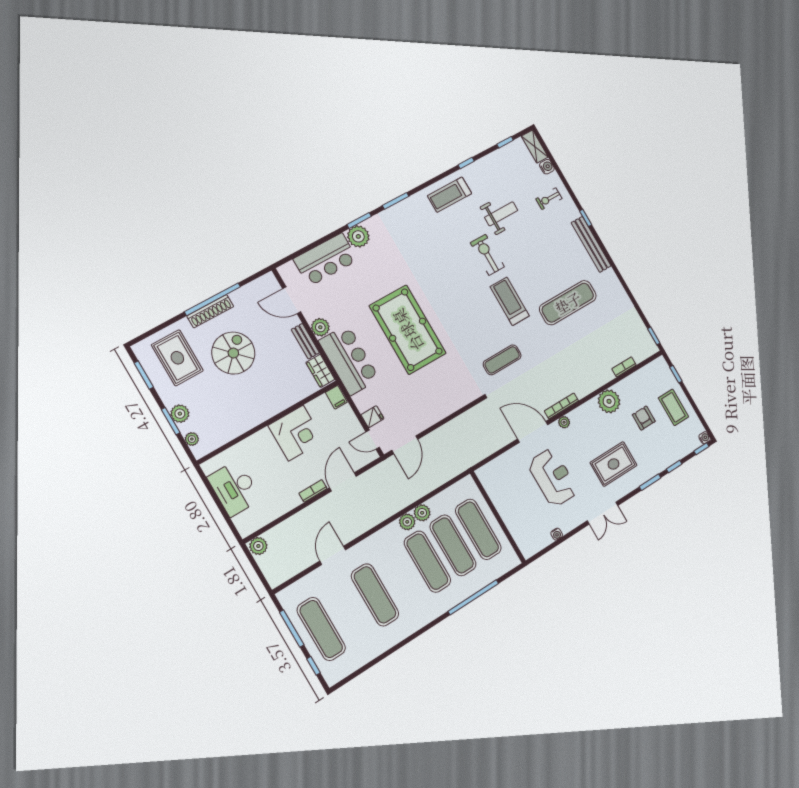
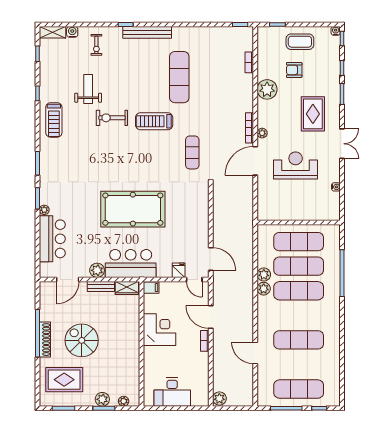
plant: (358, 236) -> (44, 210), width x0.53, depth x0.53
door: (373, 440) -> (194, 279), hinge flipped

